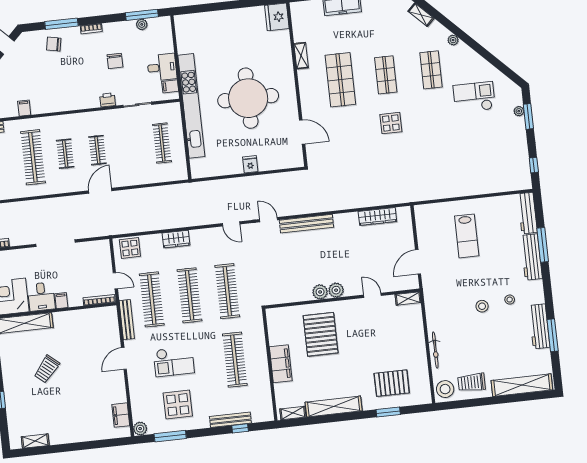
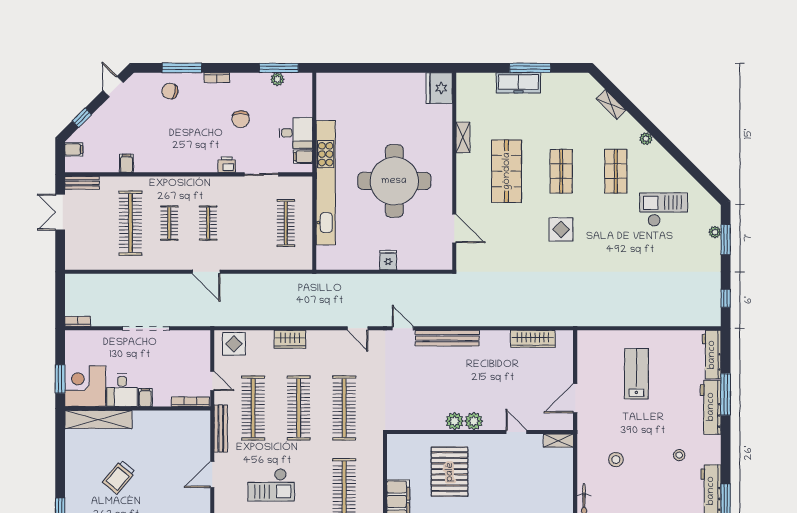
door: (100, 191) -> (206, 272), swing flipped
lab bench: (467, 236) -> (636, 374), turned 180
stool: (482, 306) -> (616, 460), moved

